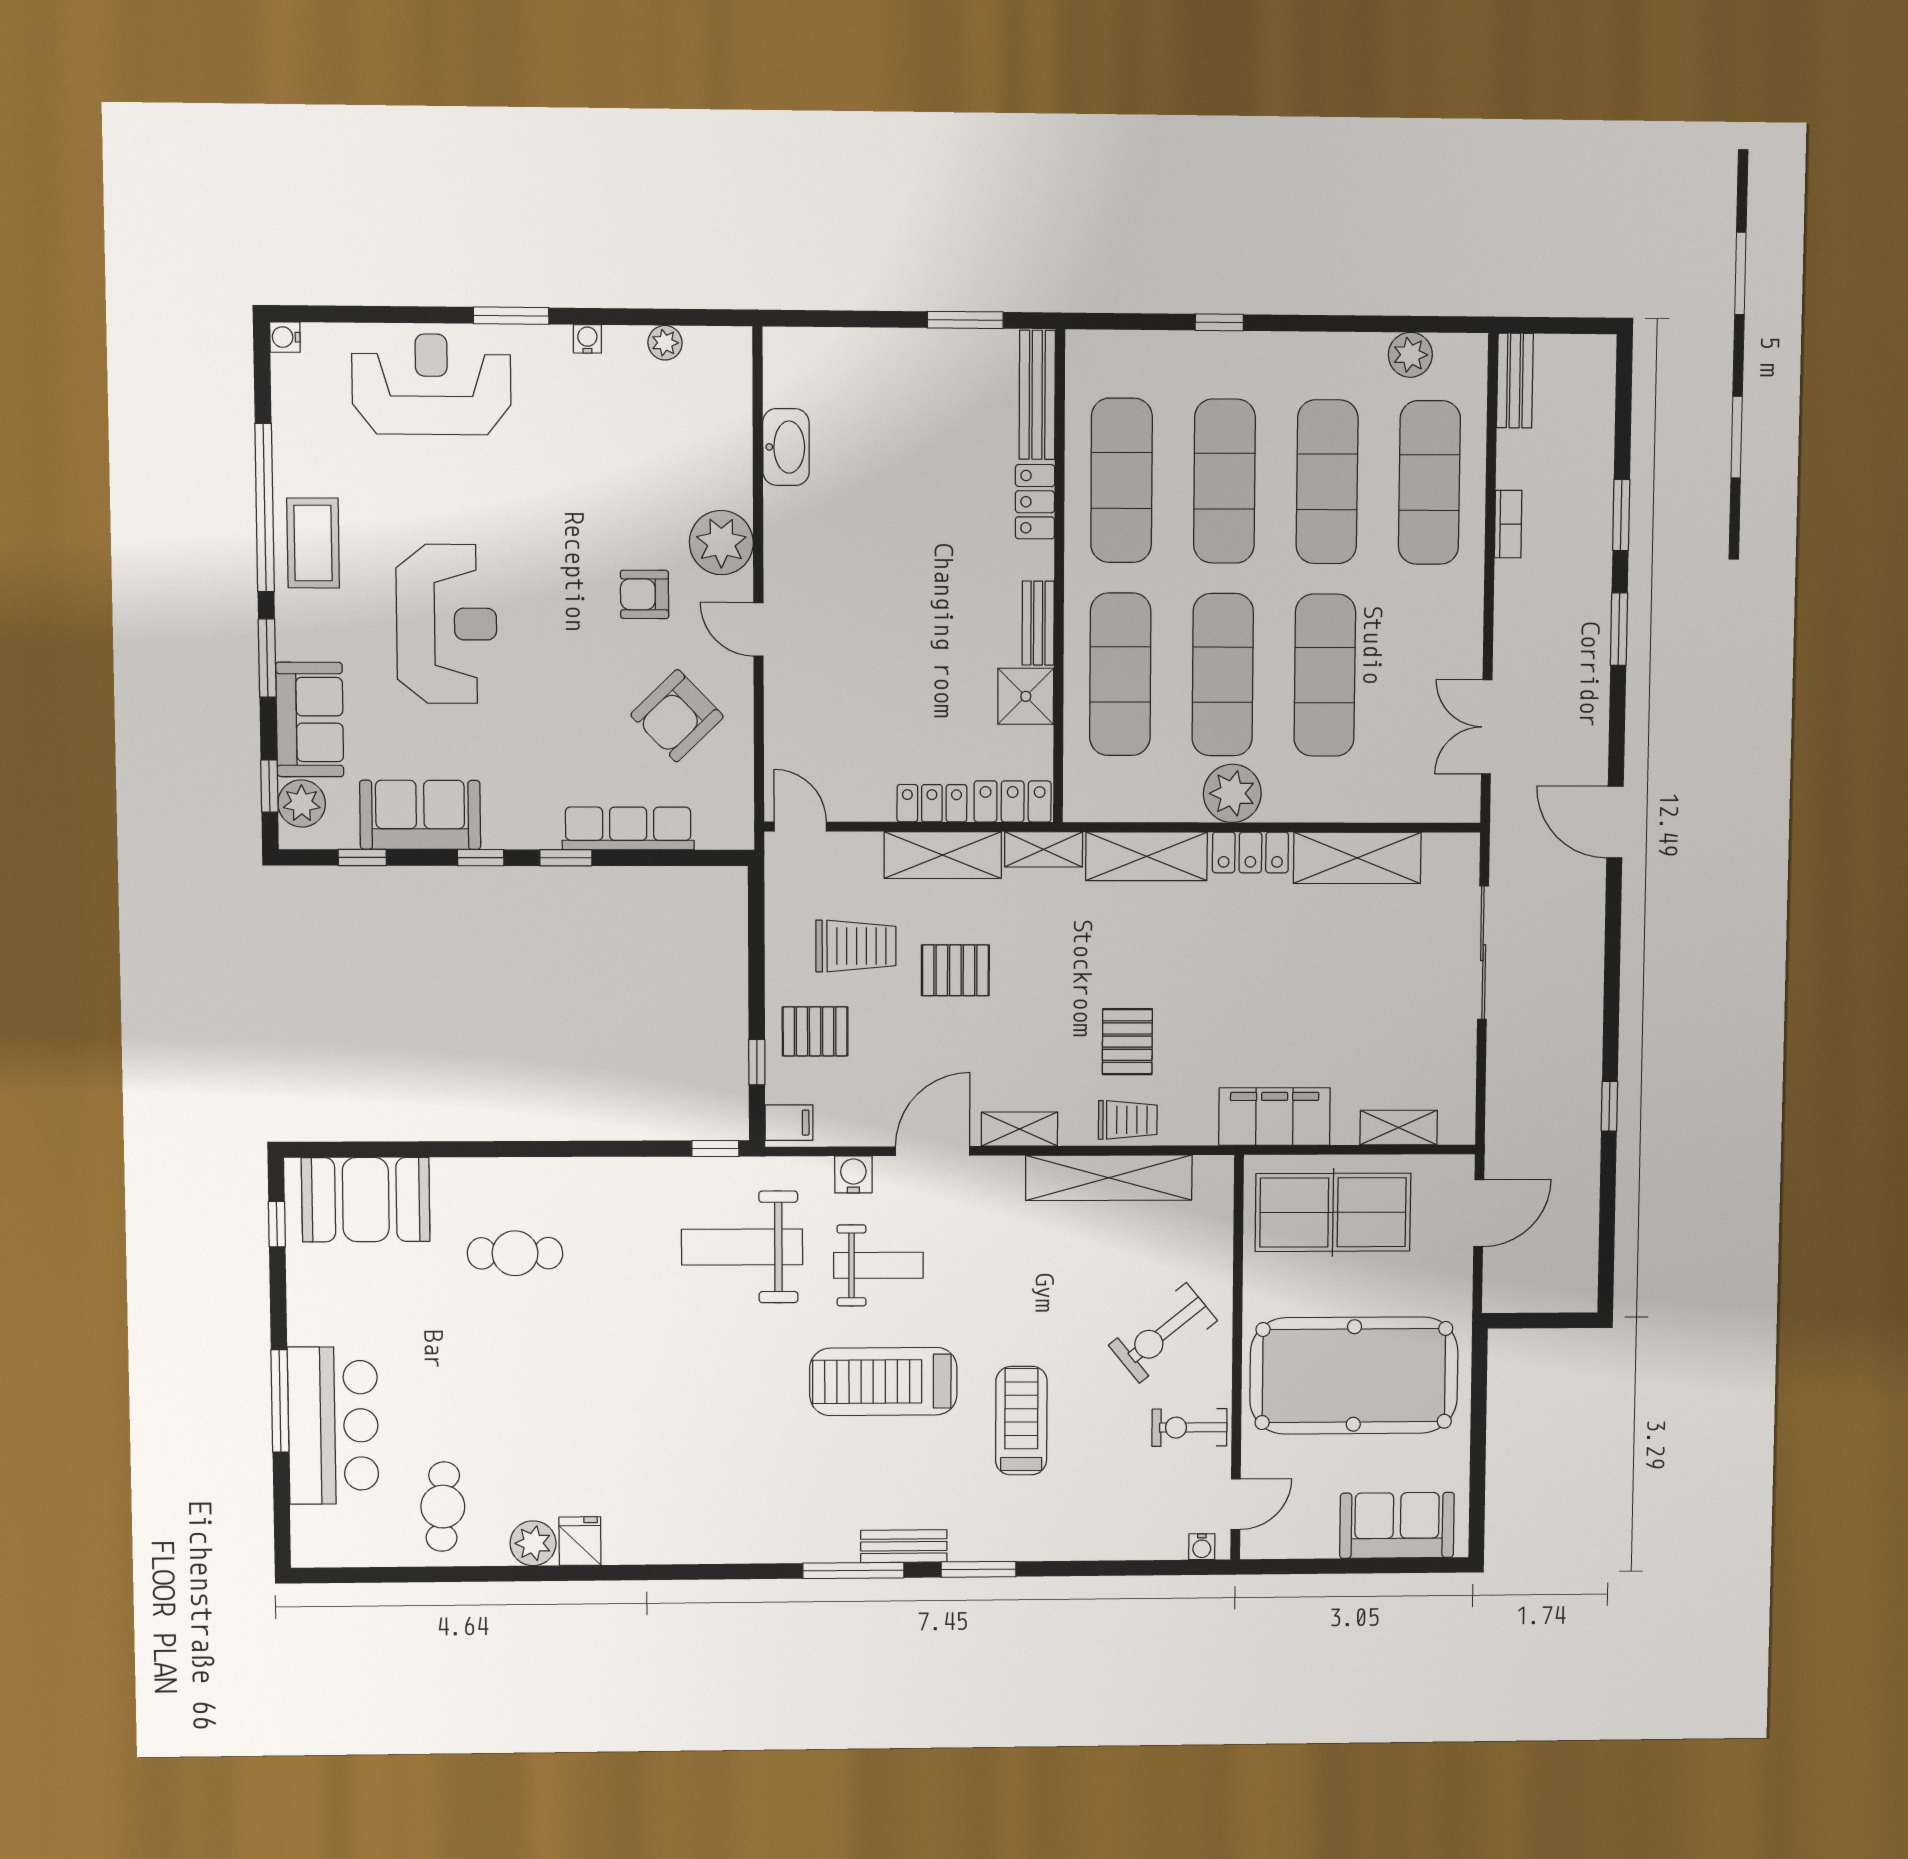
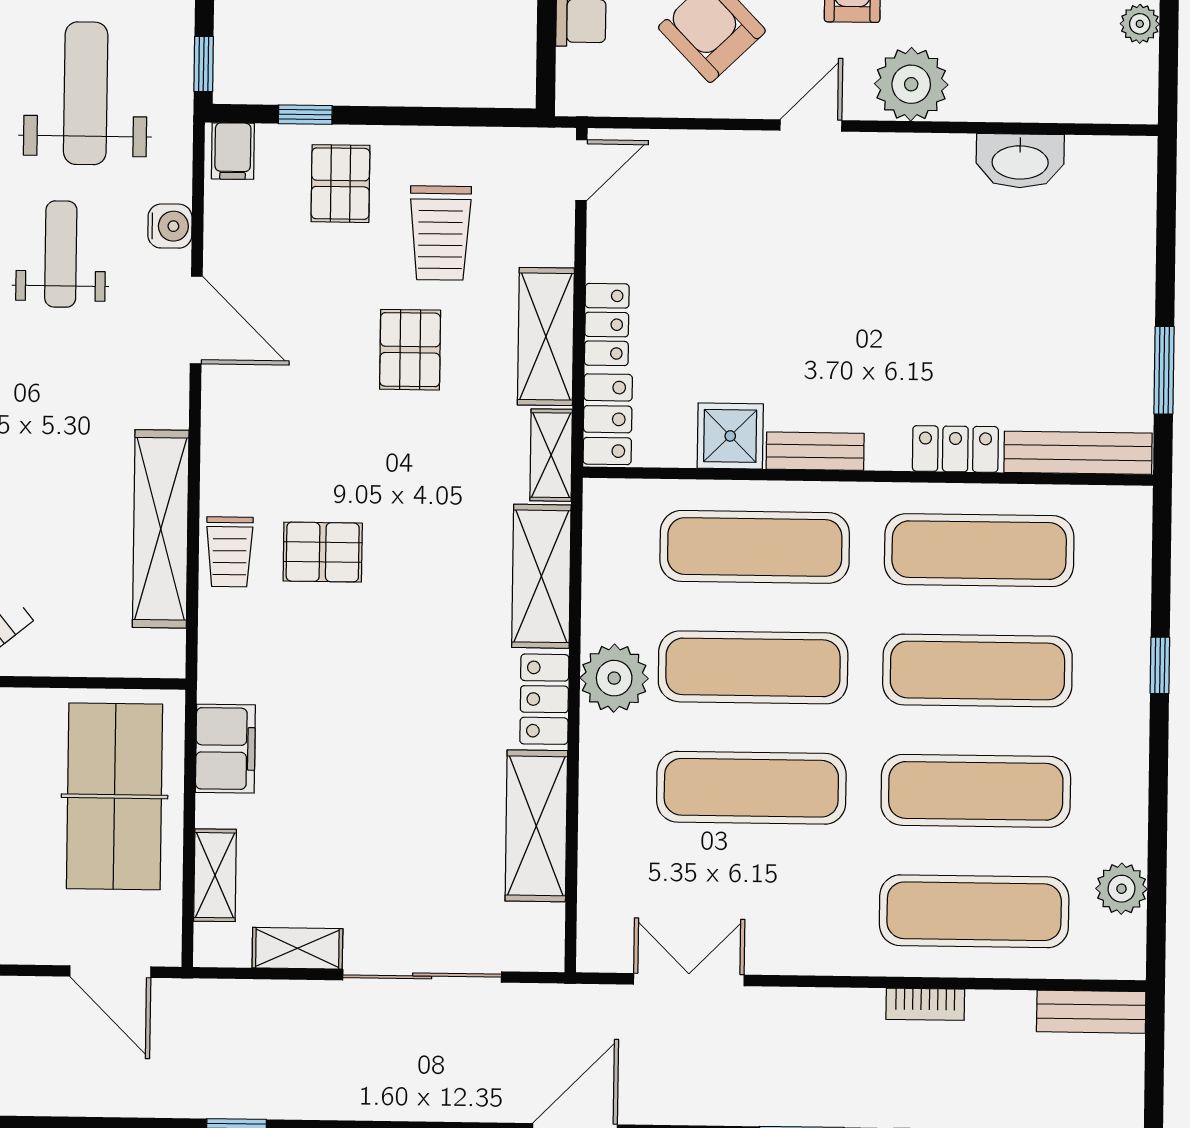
filing cabinet: (1274, 1117) -> (225, 749), width x0.67, depth x0.86
shelving: (1019, 1129) -> (297, 948), moved, turned 90
weight bench: (878, 1265) -> (61, 254), turned 180

